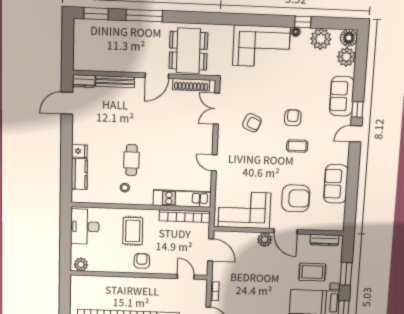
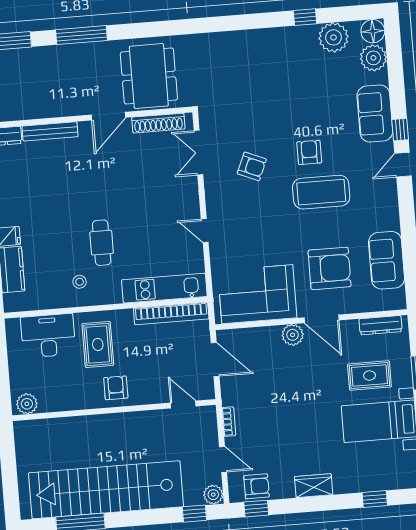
floor lamp: (296, 32) -> (297, 32), removed
corner sofa: (261, 46) -> (251, 58), removed
coffee table: (297, 146) -> (321, 192), width x1.86, depth x1.72
cafe table: (131, 160) -> (102, 243), moved
sofa: (336, 184) -> (387, 260), moved
desk: (85, 227) -> (48, 336), moved, turned 90

